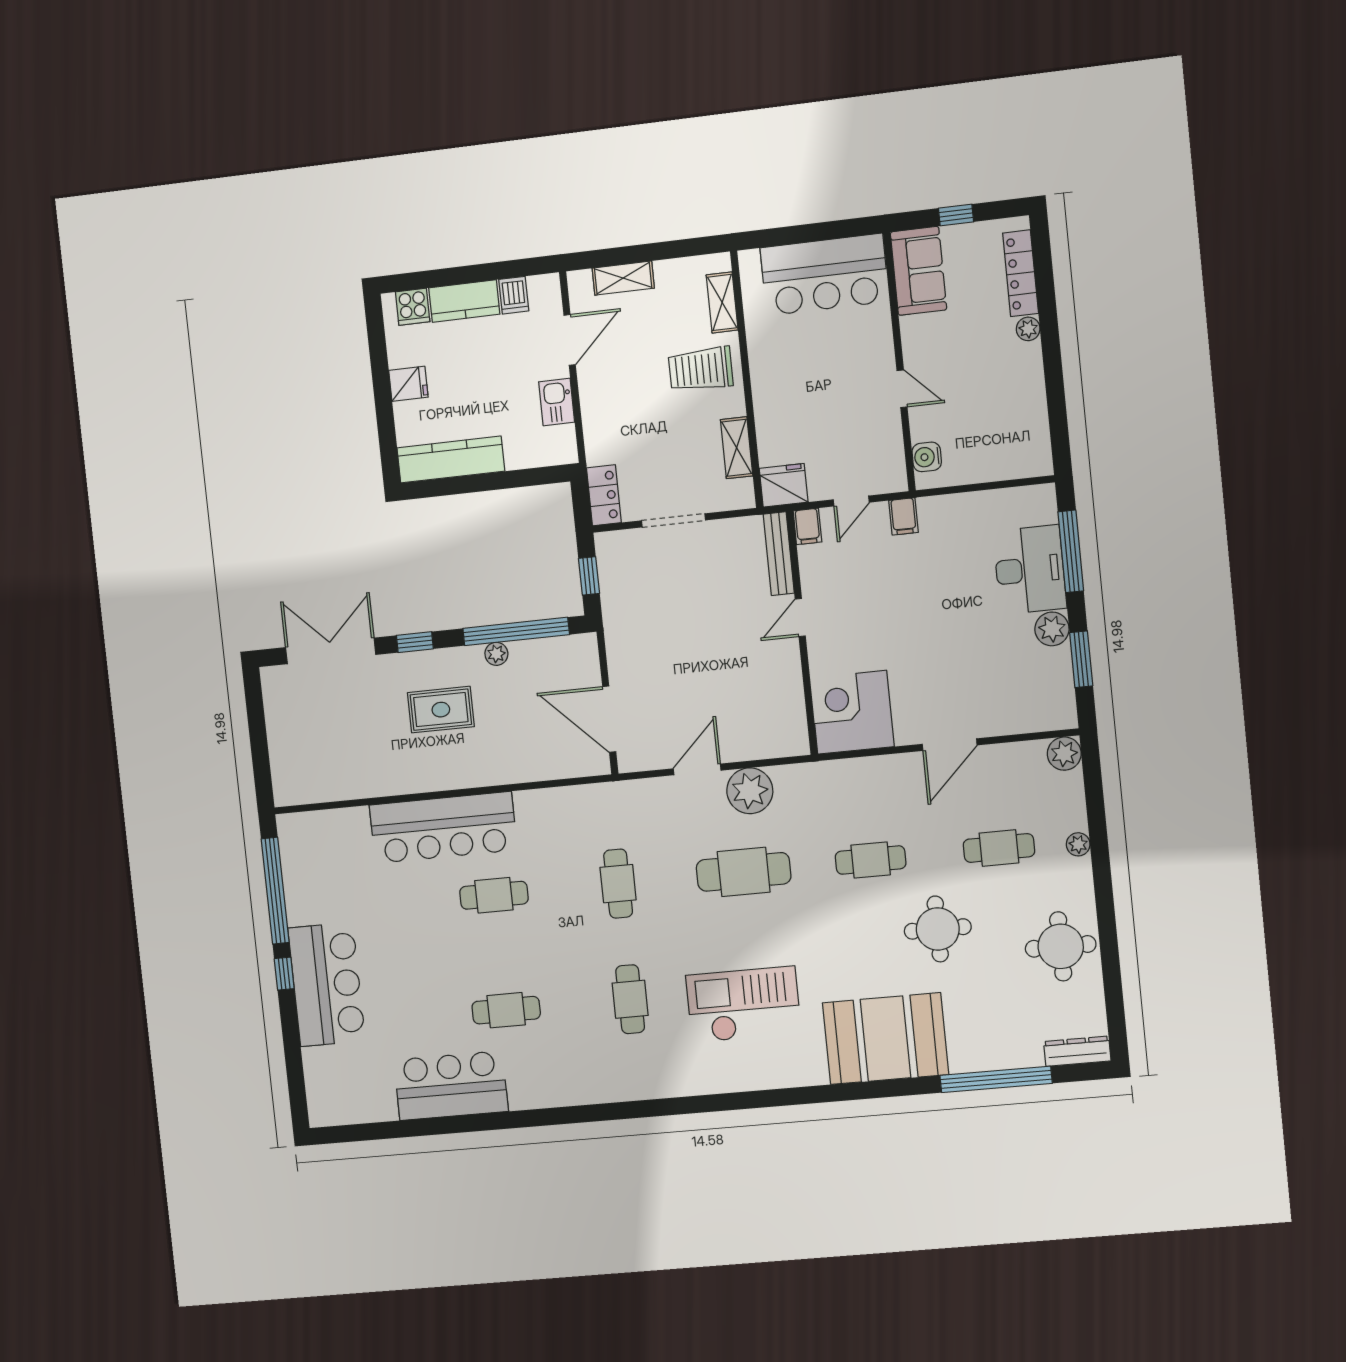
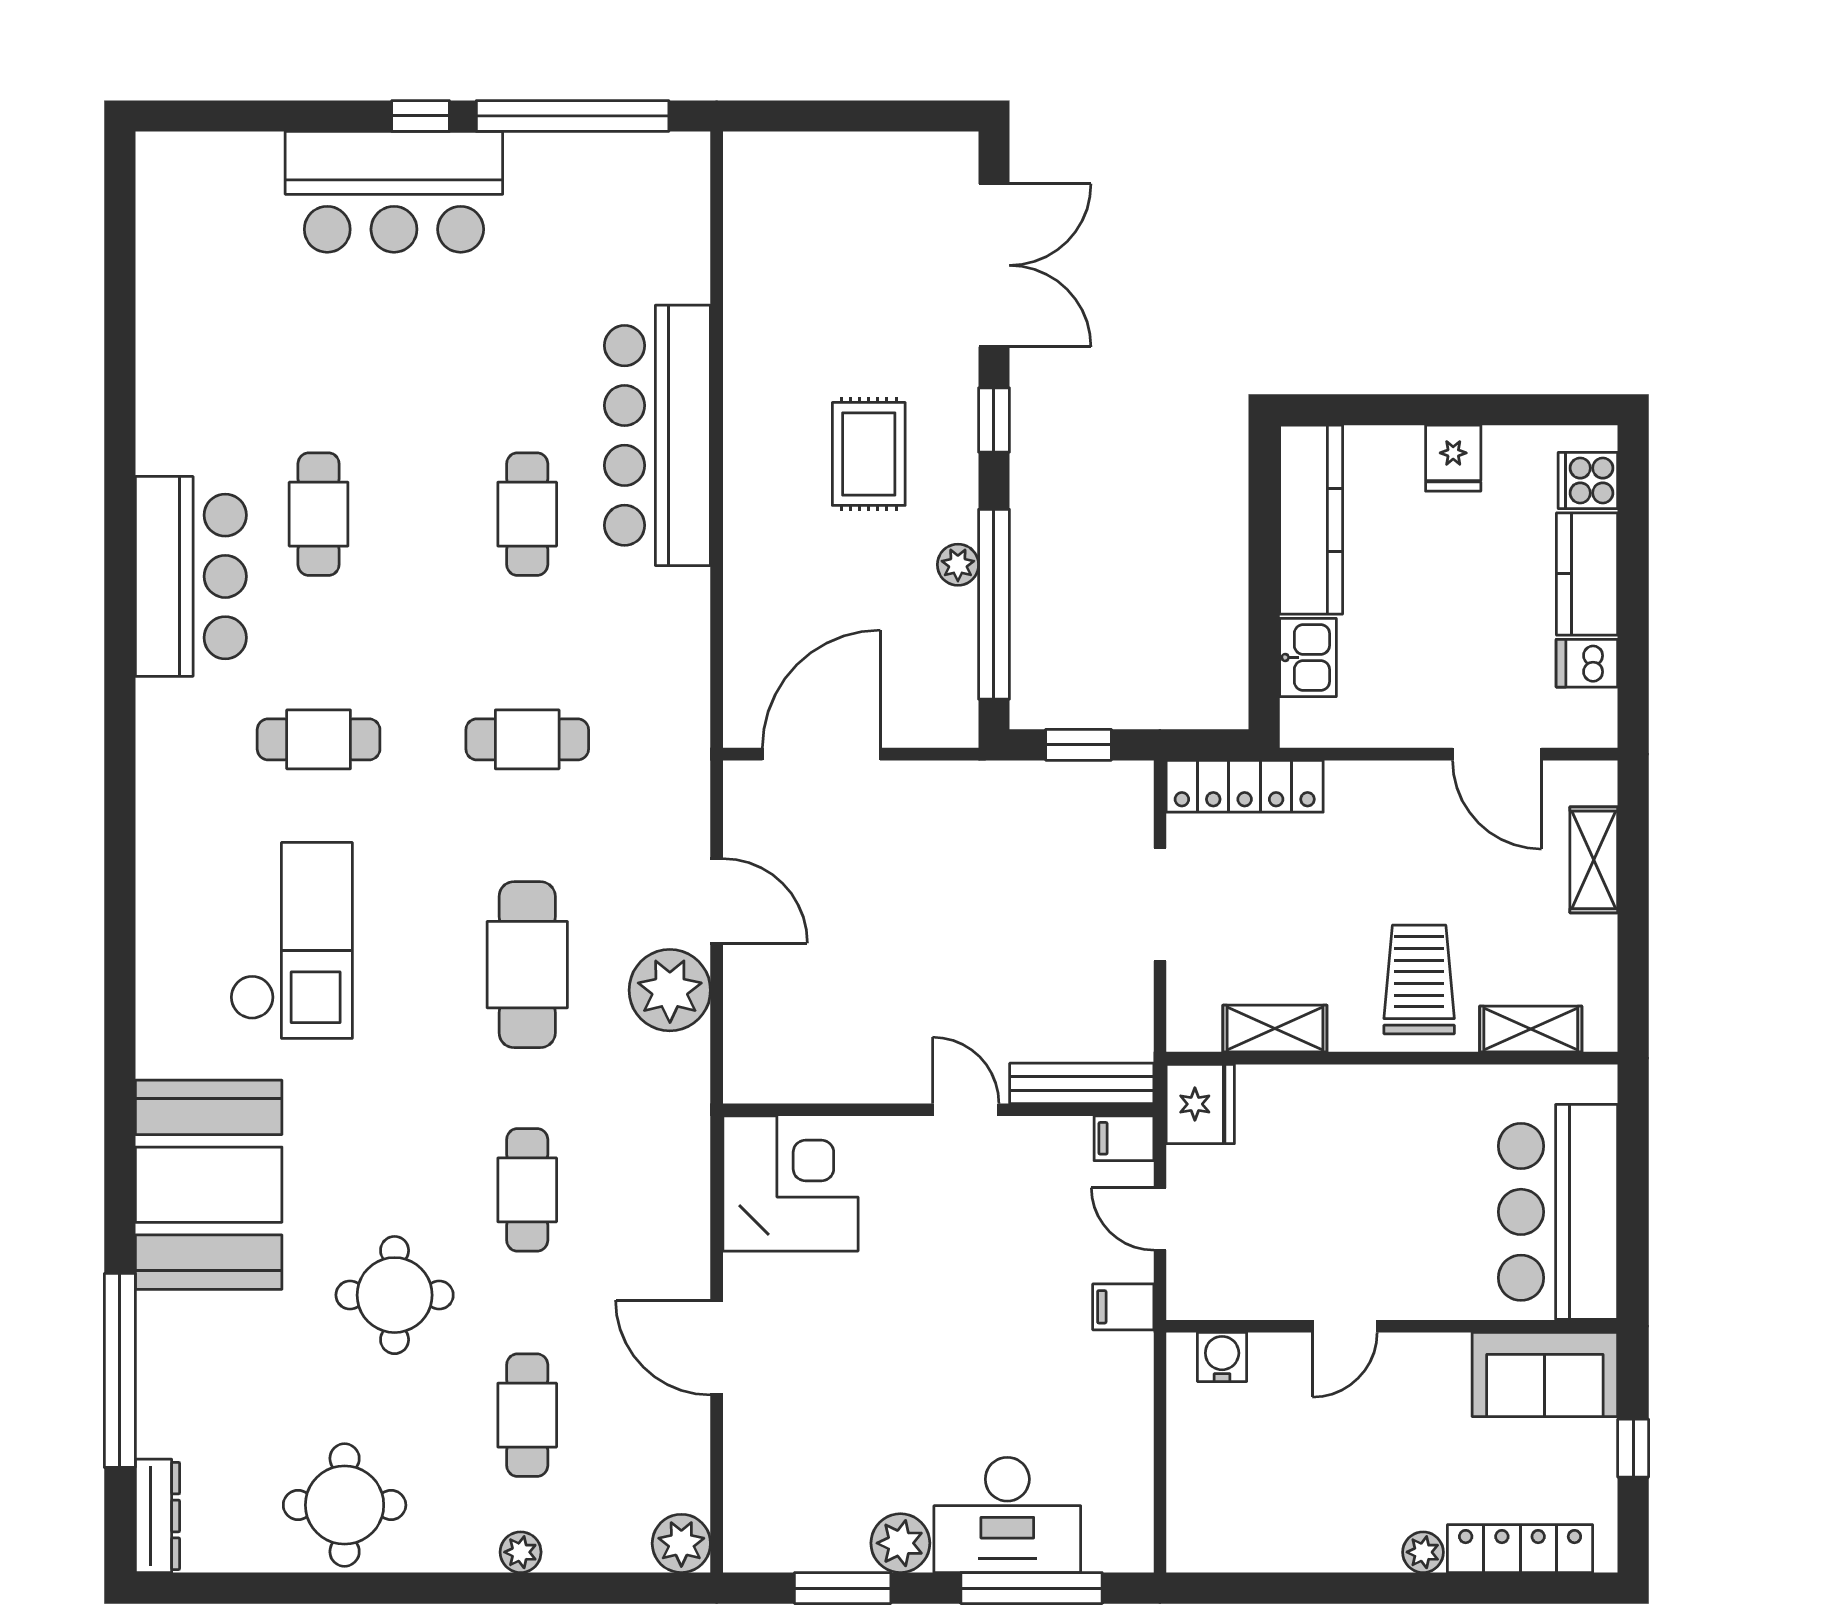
kitchen sink: (557, 402) -> (1308, 657), moved, turned 90
locker: (604, 495) -> (1245, 786), width x1.53
bar counter: (451, 1086) -> (191, 576), moved

